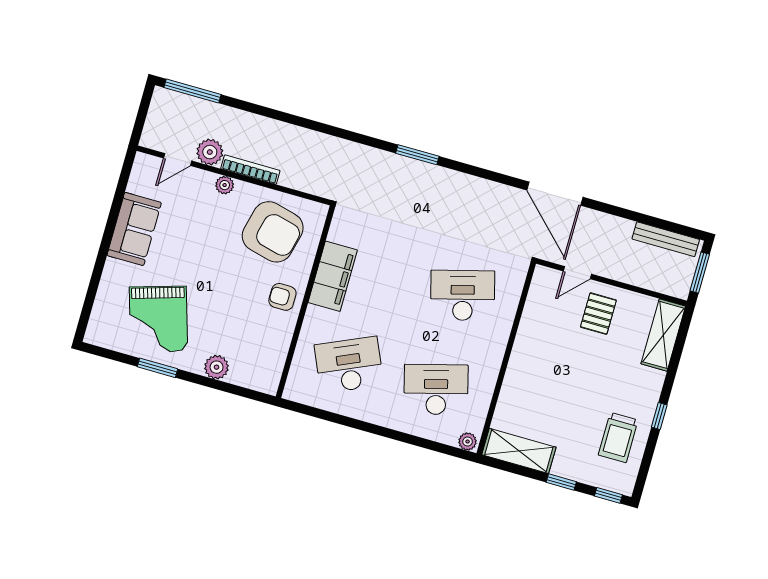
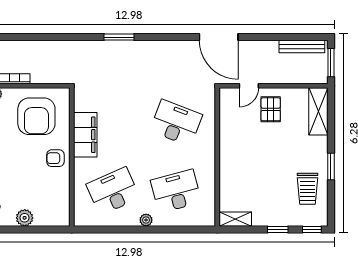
armchair: (273, 232) -> (36, 116), turned 76
desk: (463, 295) -> (176, 123), turned 36
window: (659, 416) -> (331, 166), width x1.50
plant: (468, 442) -> (146, 220), moved
shelving: (519, 451) -> (235, 219), width x0.67, depth x0.75

